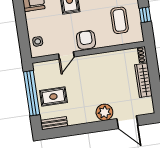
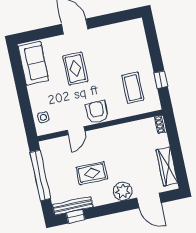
wardrobe: (143, 80) -> (167, 167), moved
rug: (53, 97) -> (92, 173), moved
bench: (54, 123) -> (73, 206), width x1.36
window: (61, 132) -> (76, 216), added

